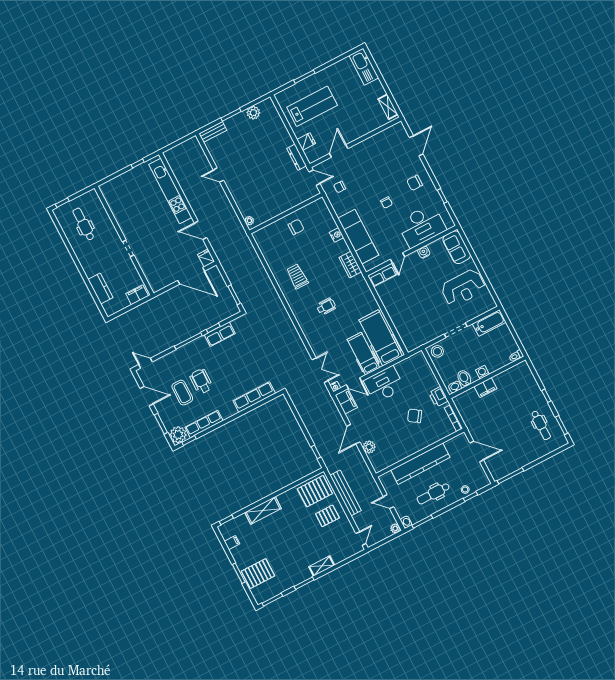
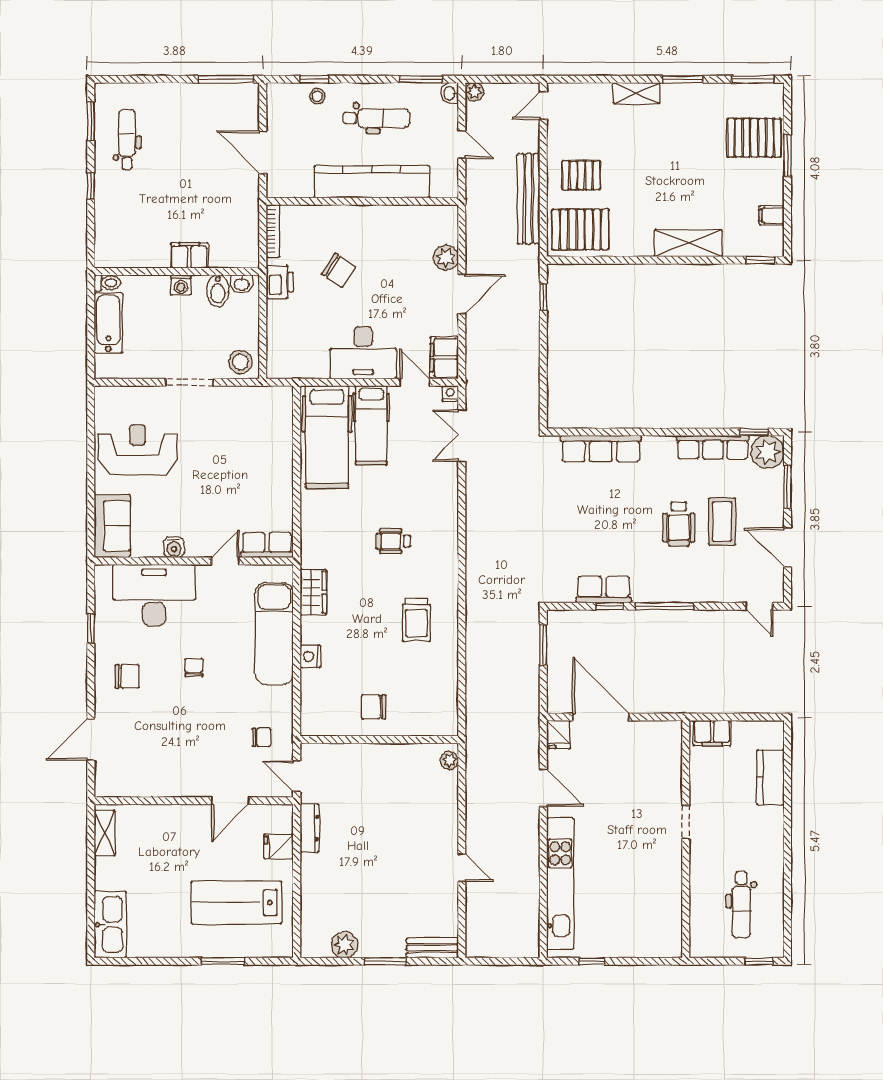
bathtub: (489, 323) -> (108, 323), moved, turned 90

